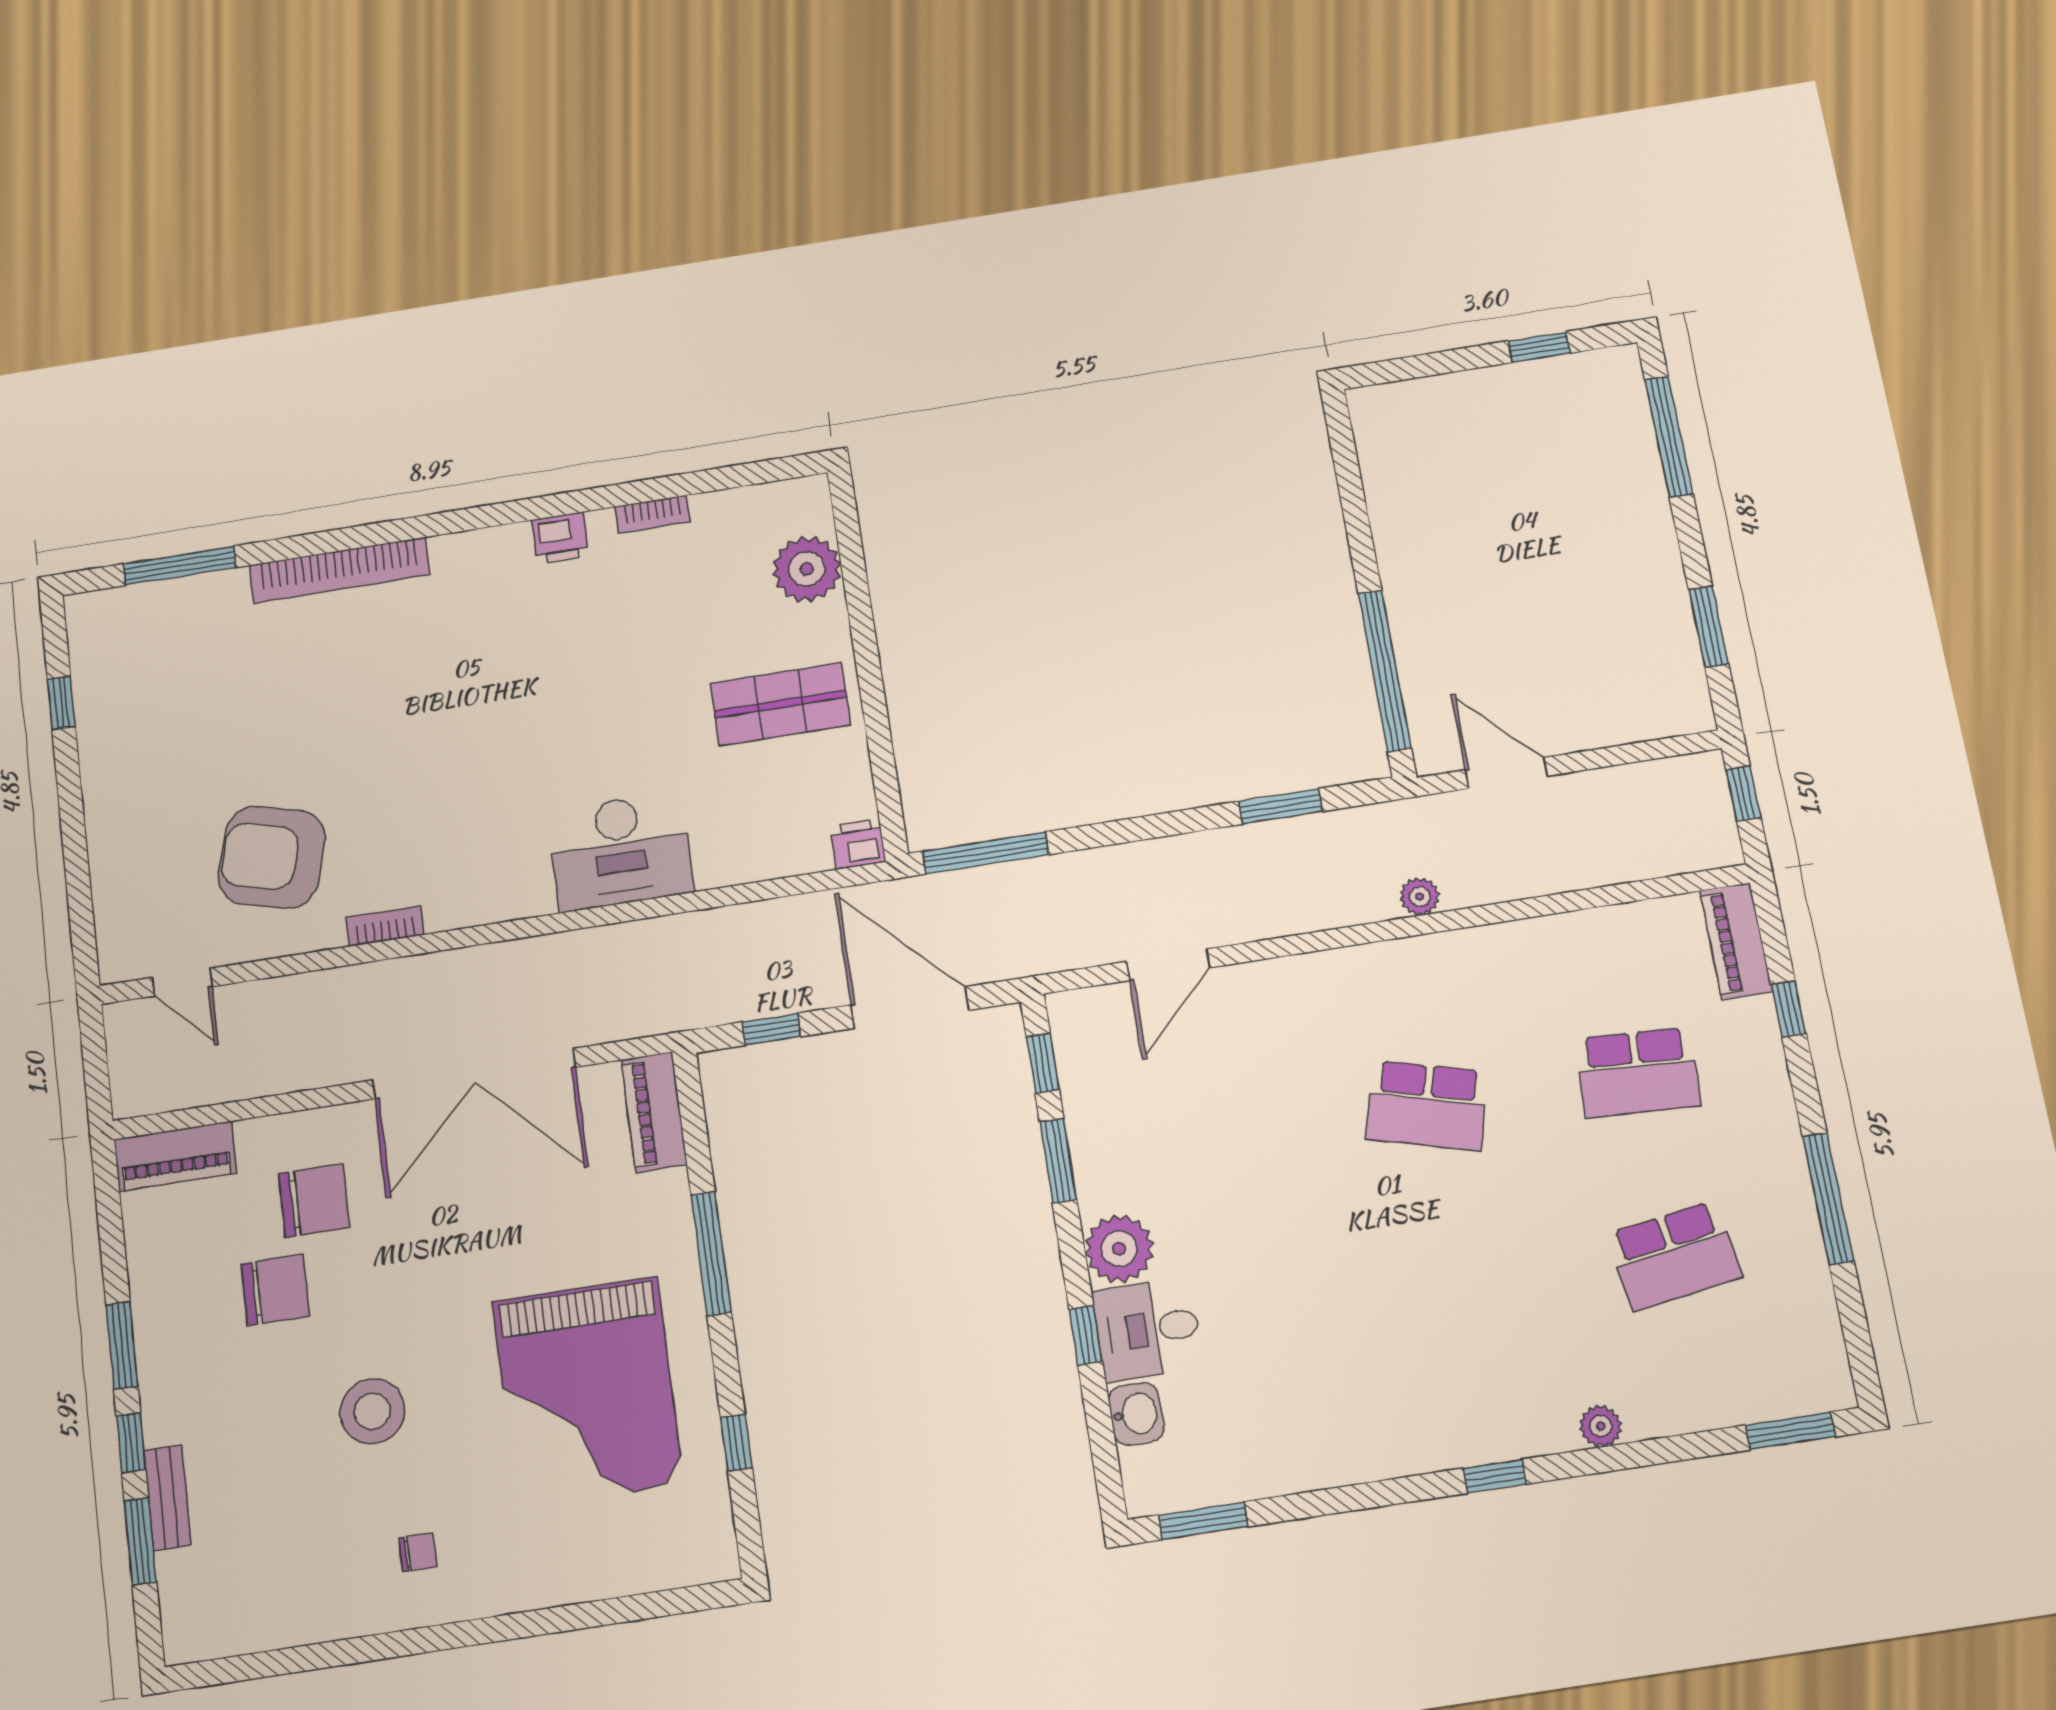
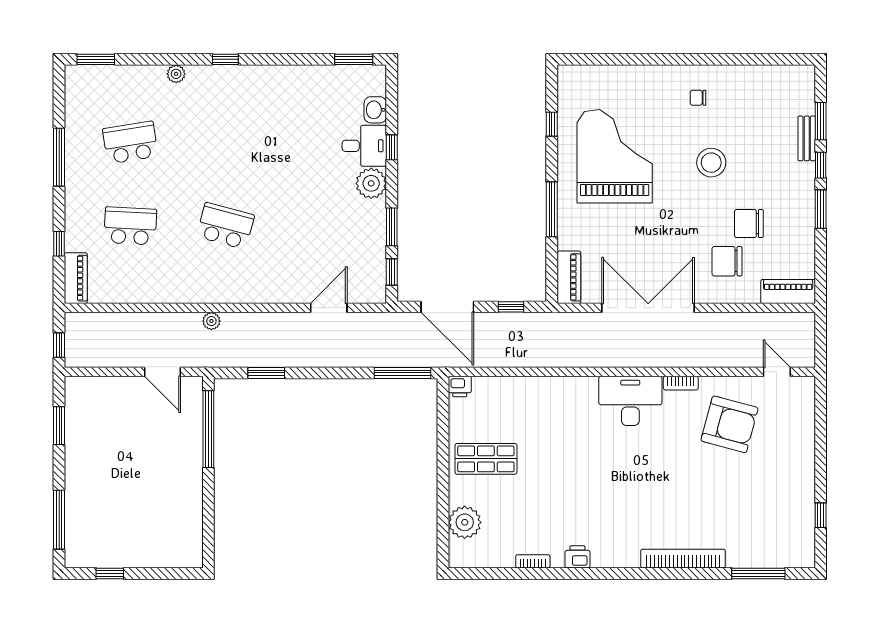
desk: (620, 851) -> (630, 401), moved

